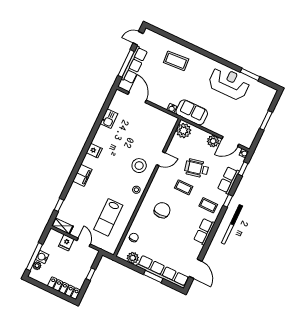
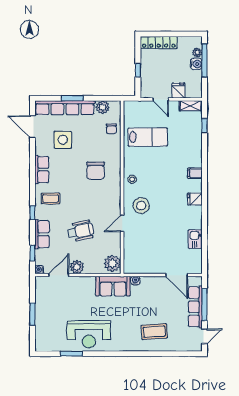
filing cabinet: (82, 175) -> (195, 173), width x0.50
coffee table: (184, 187) -> (85, 205), removed
lab bench: (108, 217) -> (148, 137), turned 90
side table: (176, 247) -> (63, 140), added

